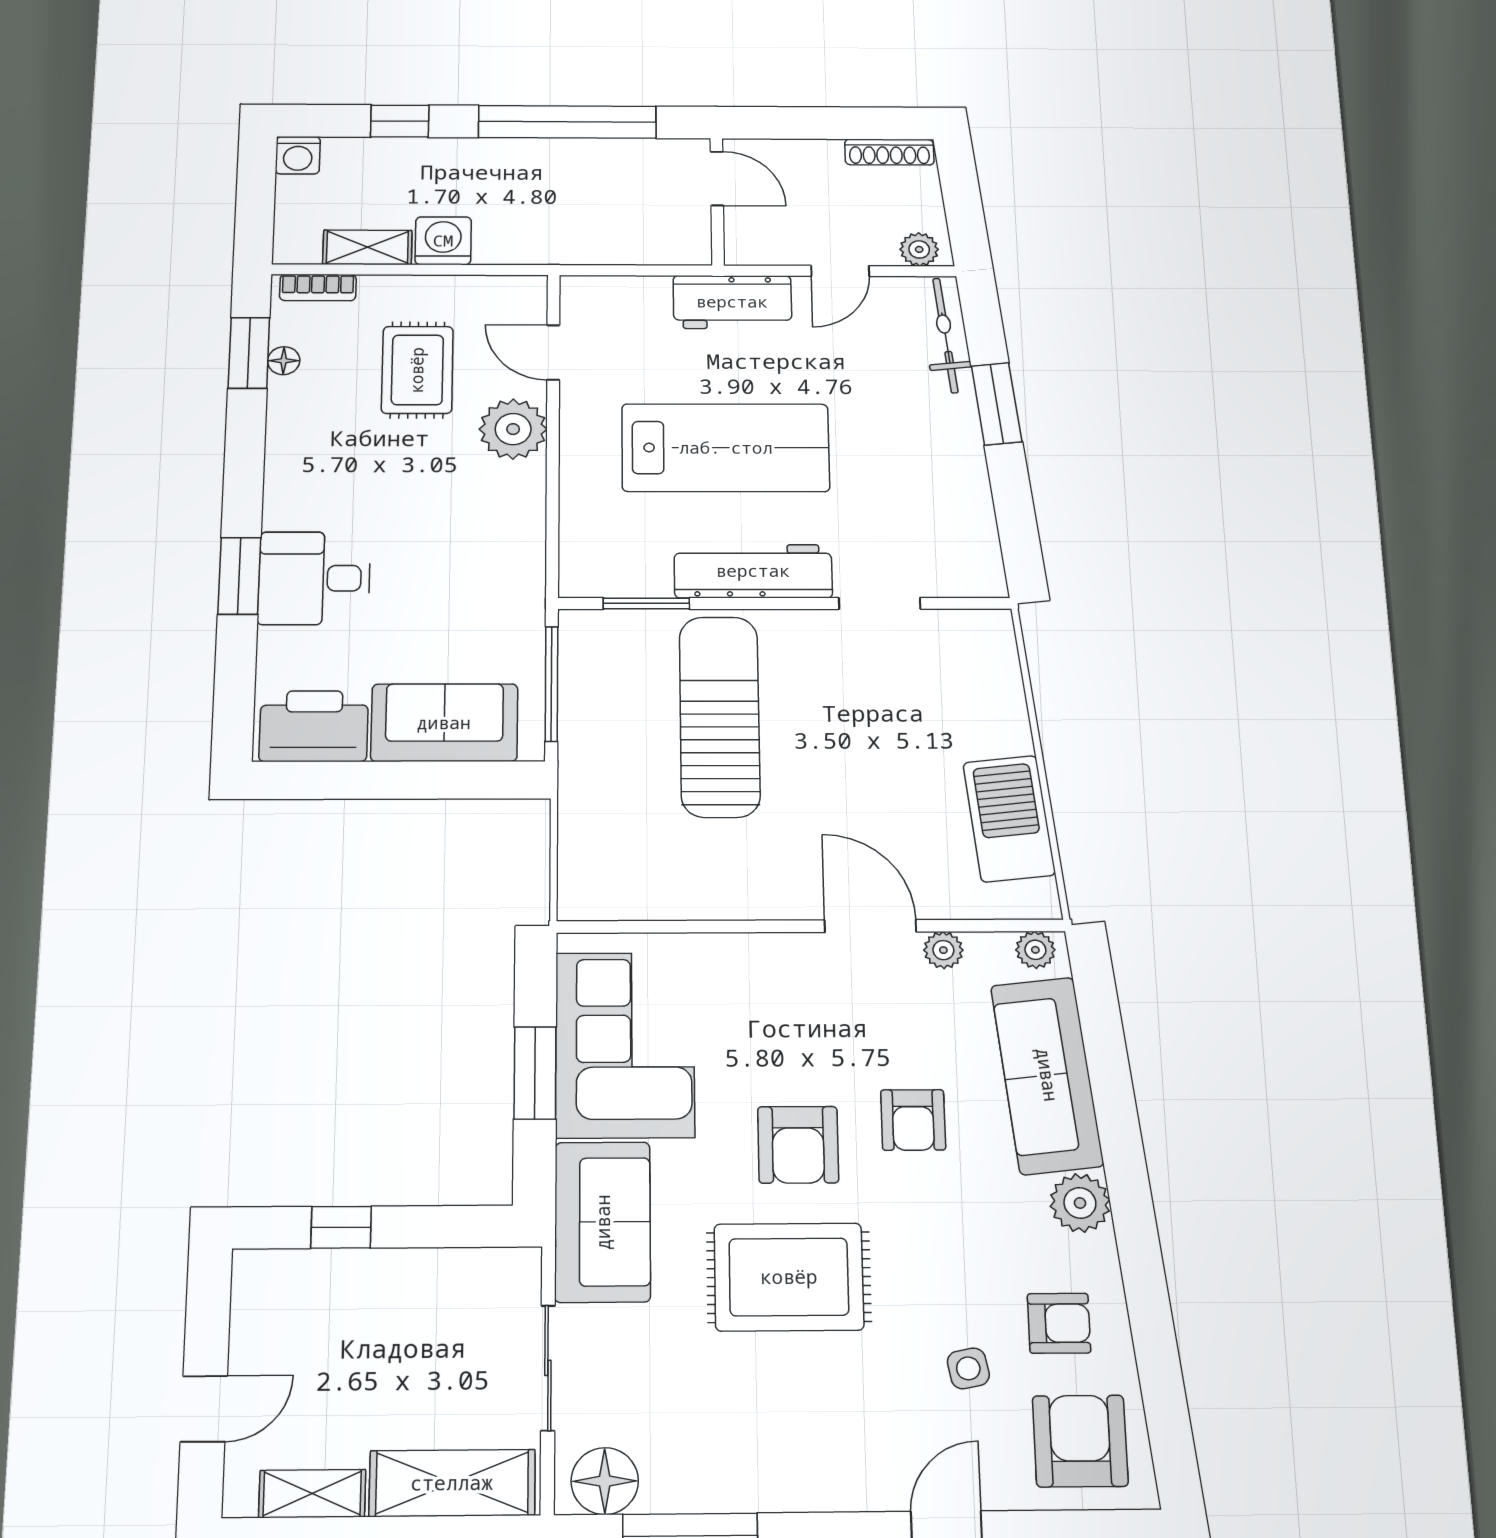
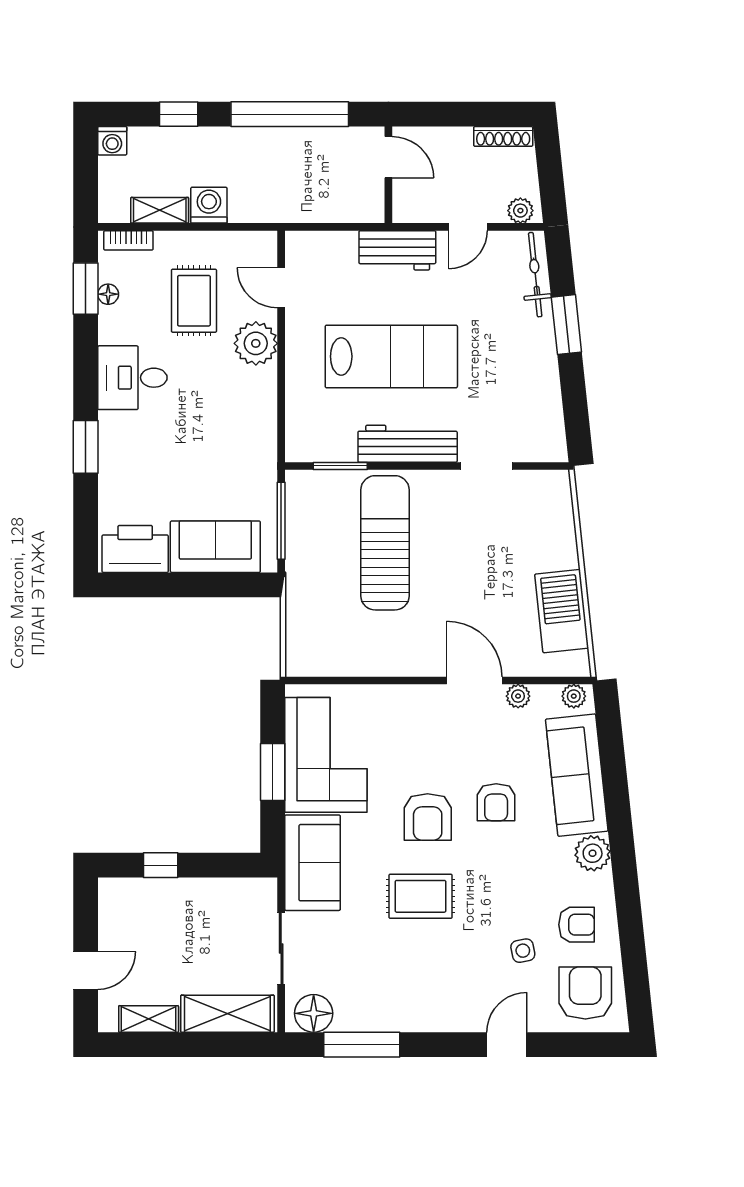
desk: (314, 578) -> (132, 378), moved
rug: (789, 1277) -> (421, 896), width x0.73, depth x0.70

